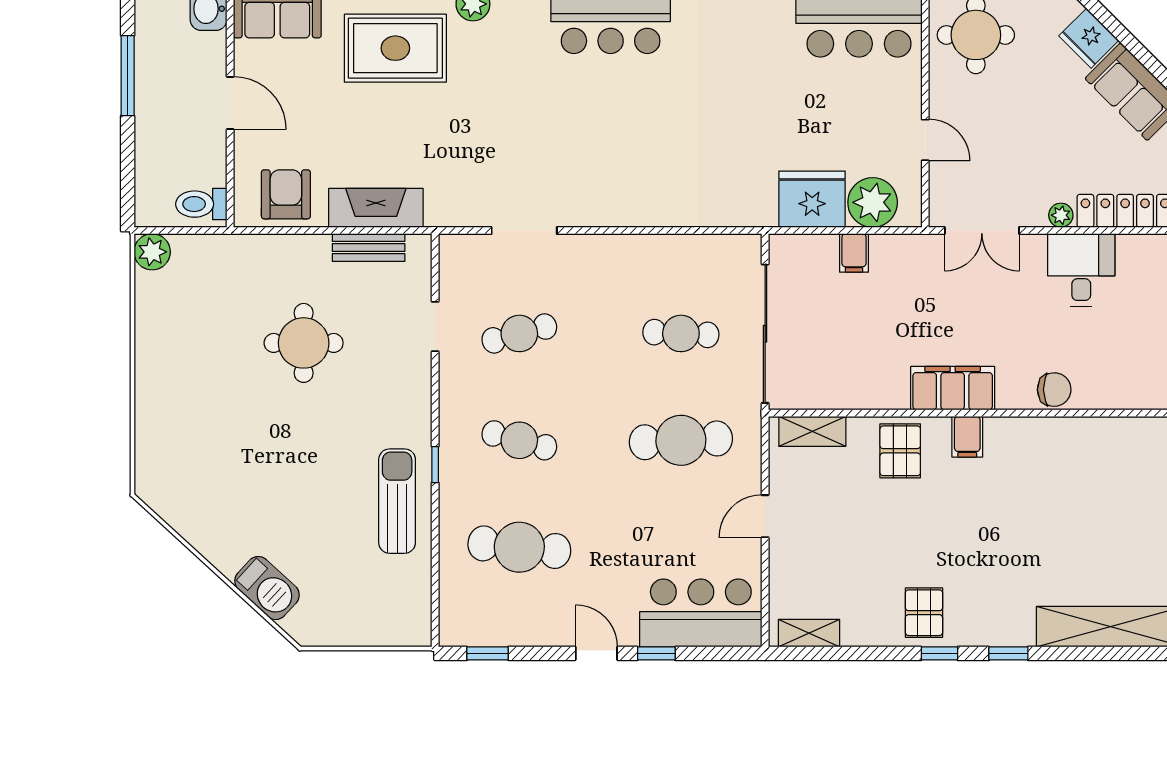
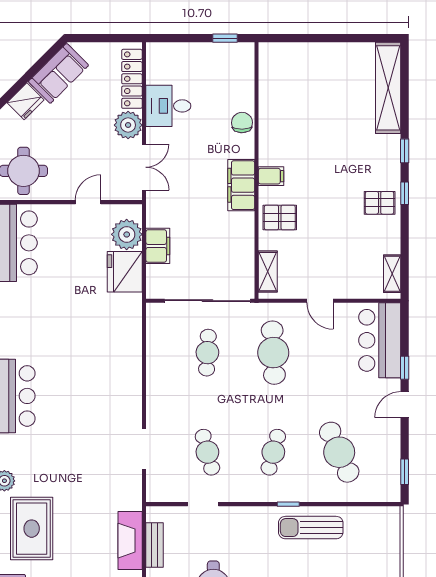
plant: (1061, 215) -> (128, 125), width x1.88, depth x1.88
filing cabinet: (854, 253) -> (158, 246), width x2.00
cafe table: (519, 547) -> (339, 452), turned -30

